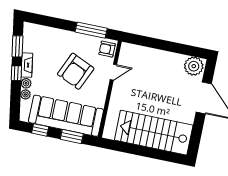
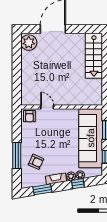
window: (91, 30) -> (17, 156), moved
armchair: (76, 71) -> (36, 162), moved, width x0.53, depth x0.53
window: (16, 73) -> (78, 184), moved
stairs: (154, 133) -> (94, 56), width x0.73, depth x0.66

